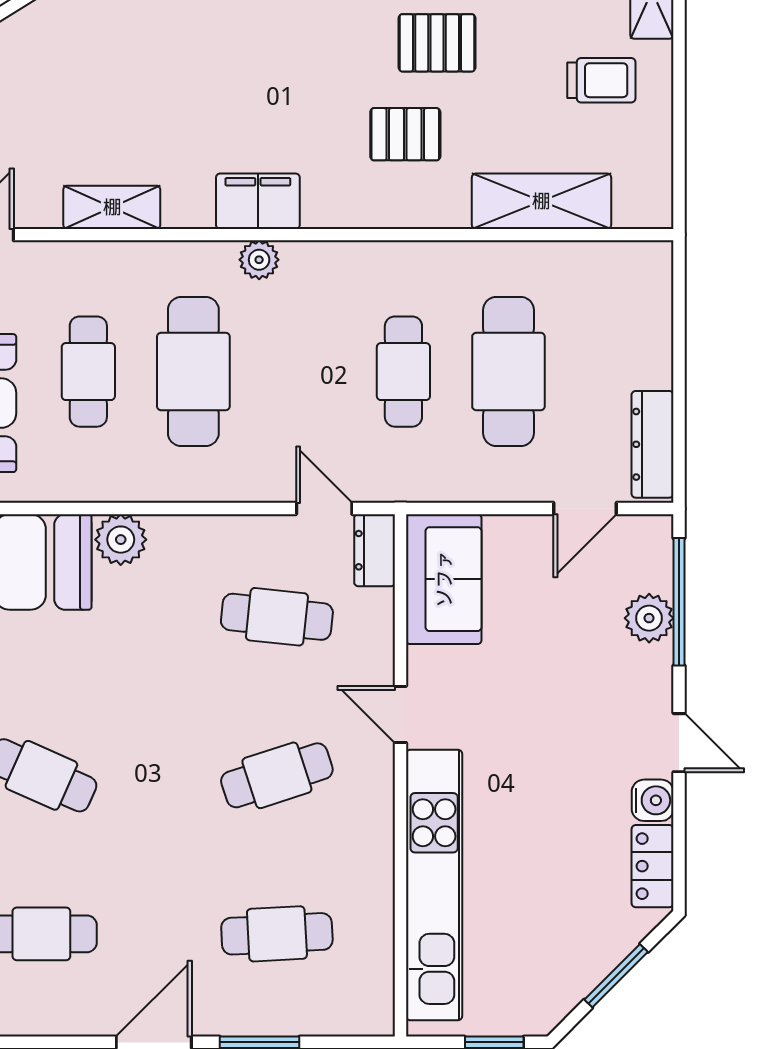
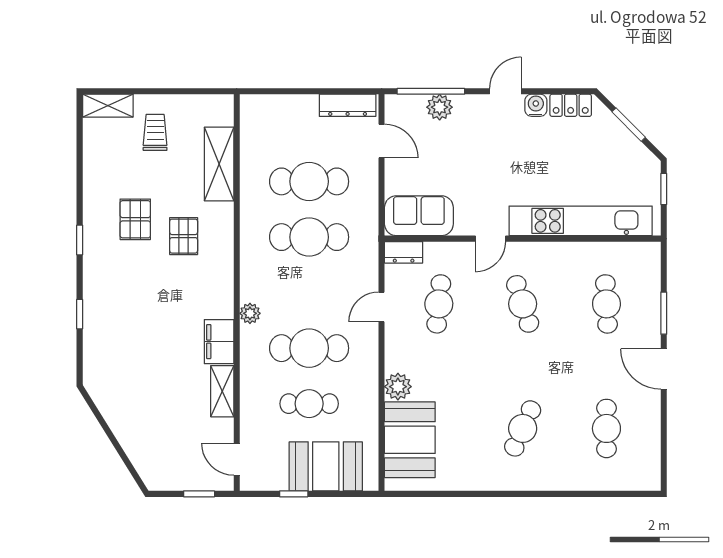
filing cabinet: (258, 201) -> (219, 342), moved
cafe table: (403, 372) -> (309, 237), width x1.37, depth x1.35
door: (324, 508) -> (382, 307), moved

